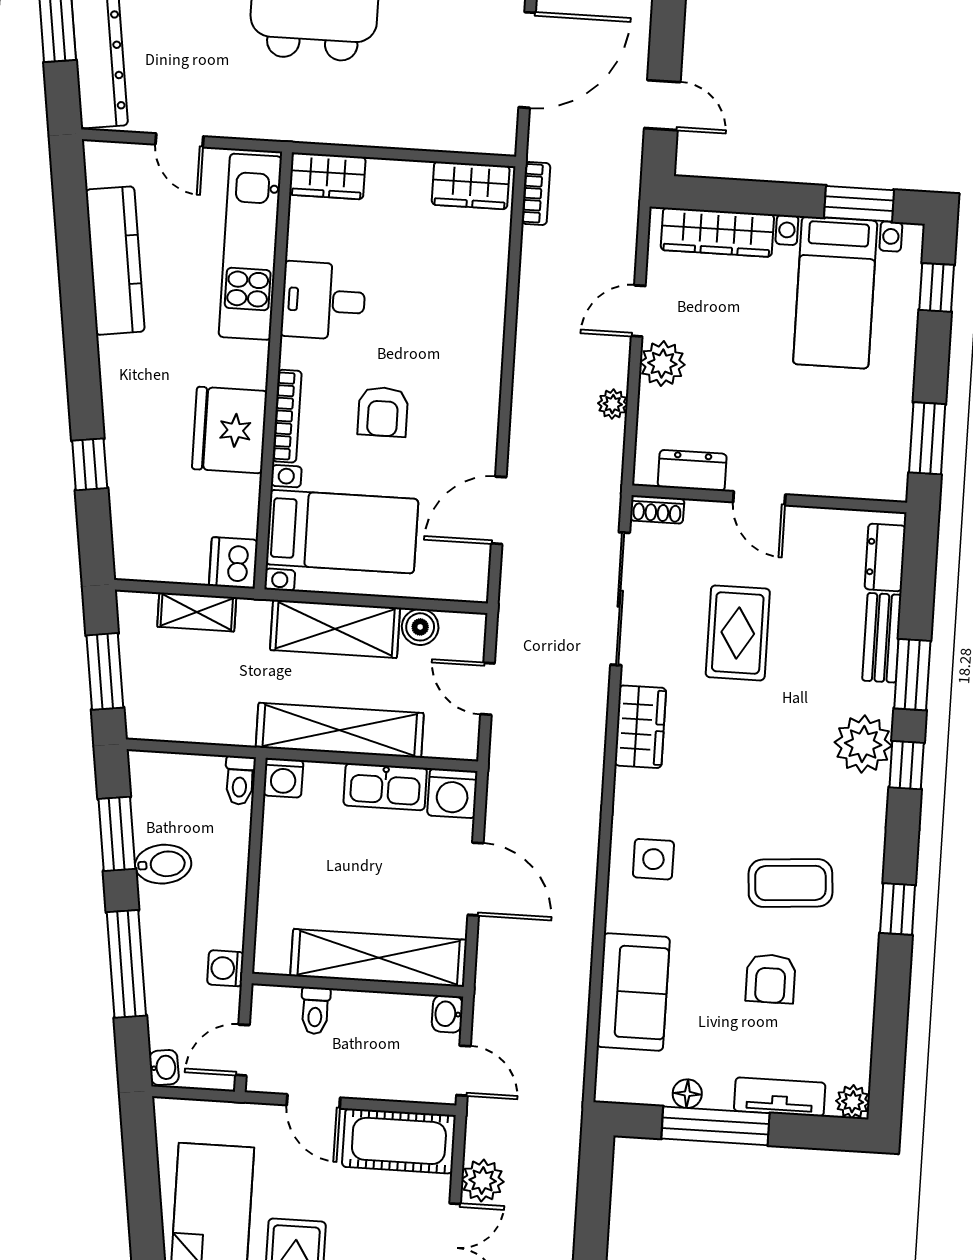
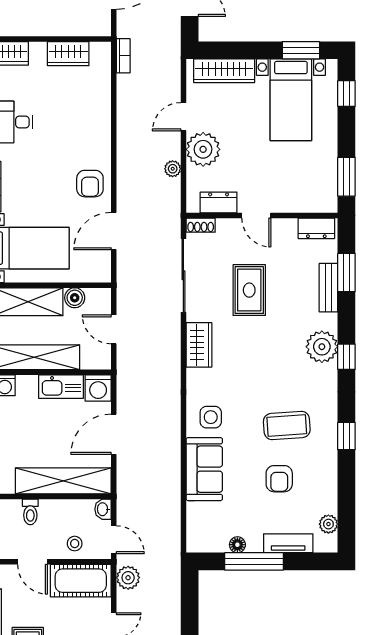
wardrobe: (471, 185) -> (68, 54), moved
plant: (662, 364) -> (203, 149), width x1.36, depth x1.36
armchair: (383, 412) -> (90, 184), moved
dresser: (885, 557) -> (316, 228), moved, turned -90
window: (912, 675) -> (346, 273), moved
door: (476, 879) -> (114, 434), swing flipped
sofa: (633, 992) -> (204, 469), moved
stool: (392, 1073) -> (75, 544), added
plant: (853, 1102) -> (328, 524), moved
plant: (483, 1180) -> (128, 578), moved

